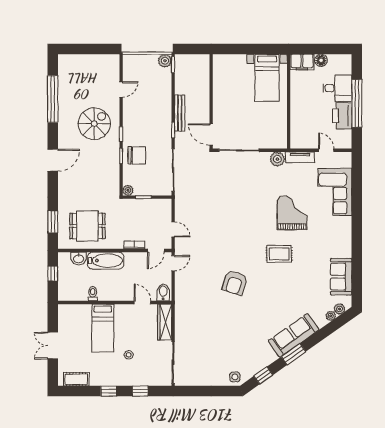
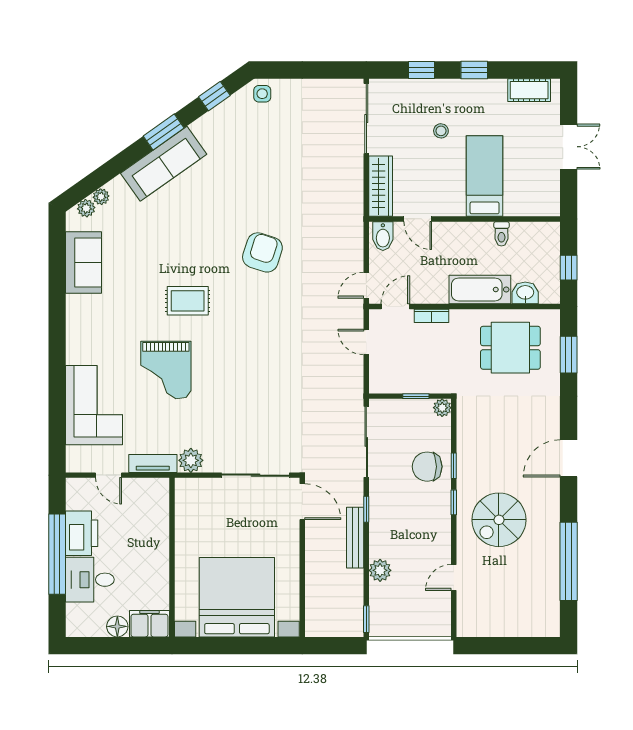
plant: (165, 61) -> (380, 570), moved
bed with nightstands: (267, 78) -> (237, 597), width x1.85

